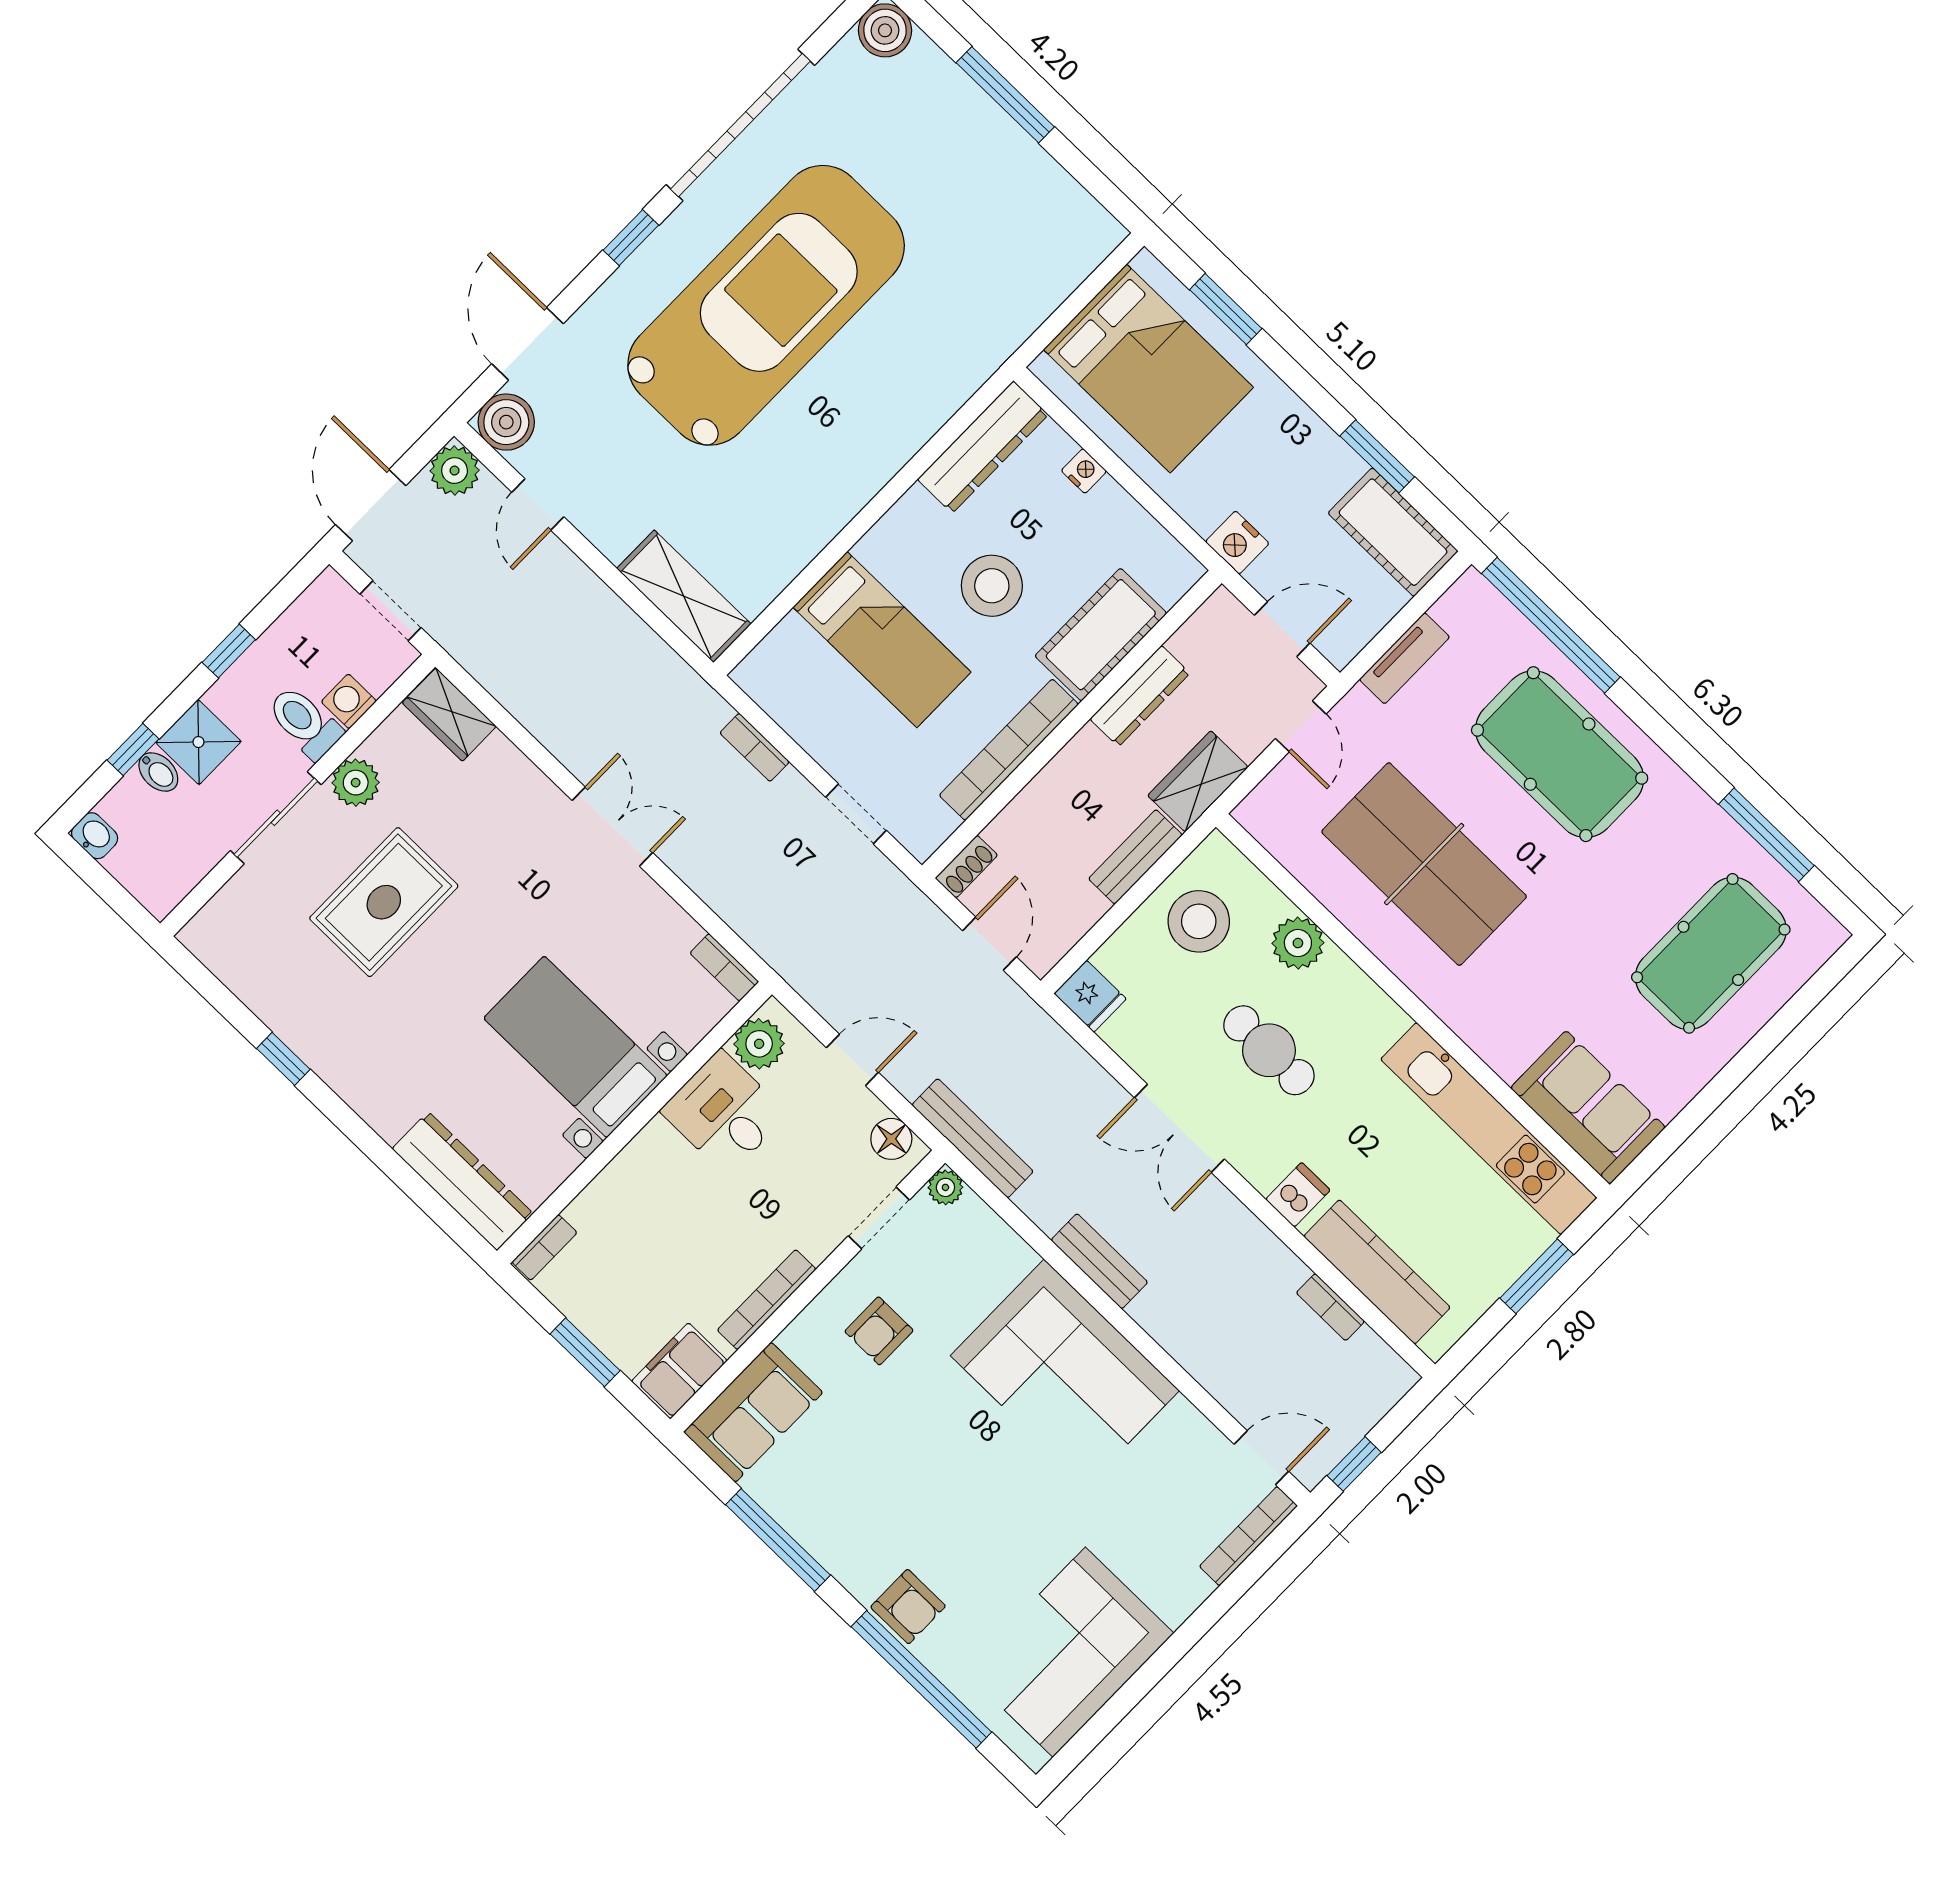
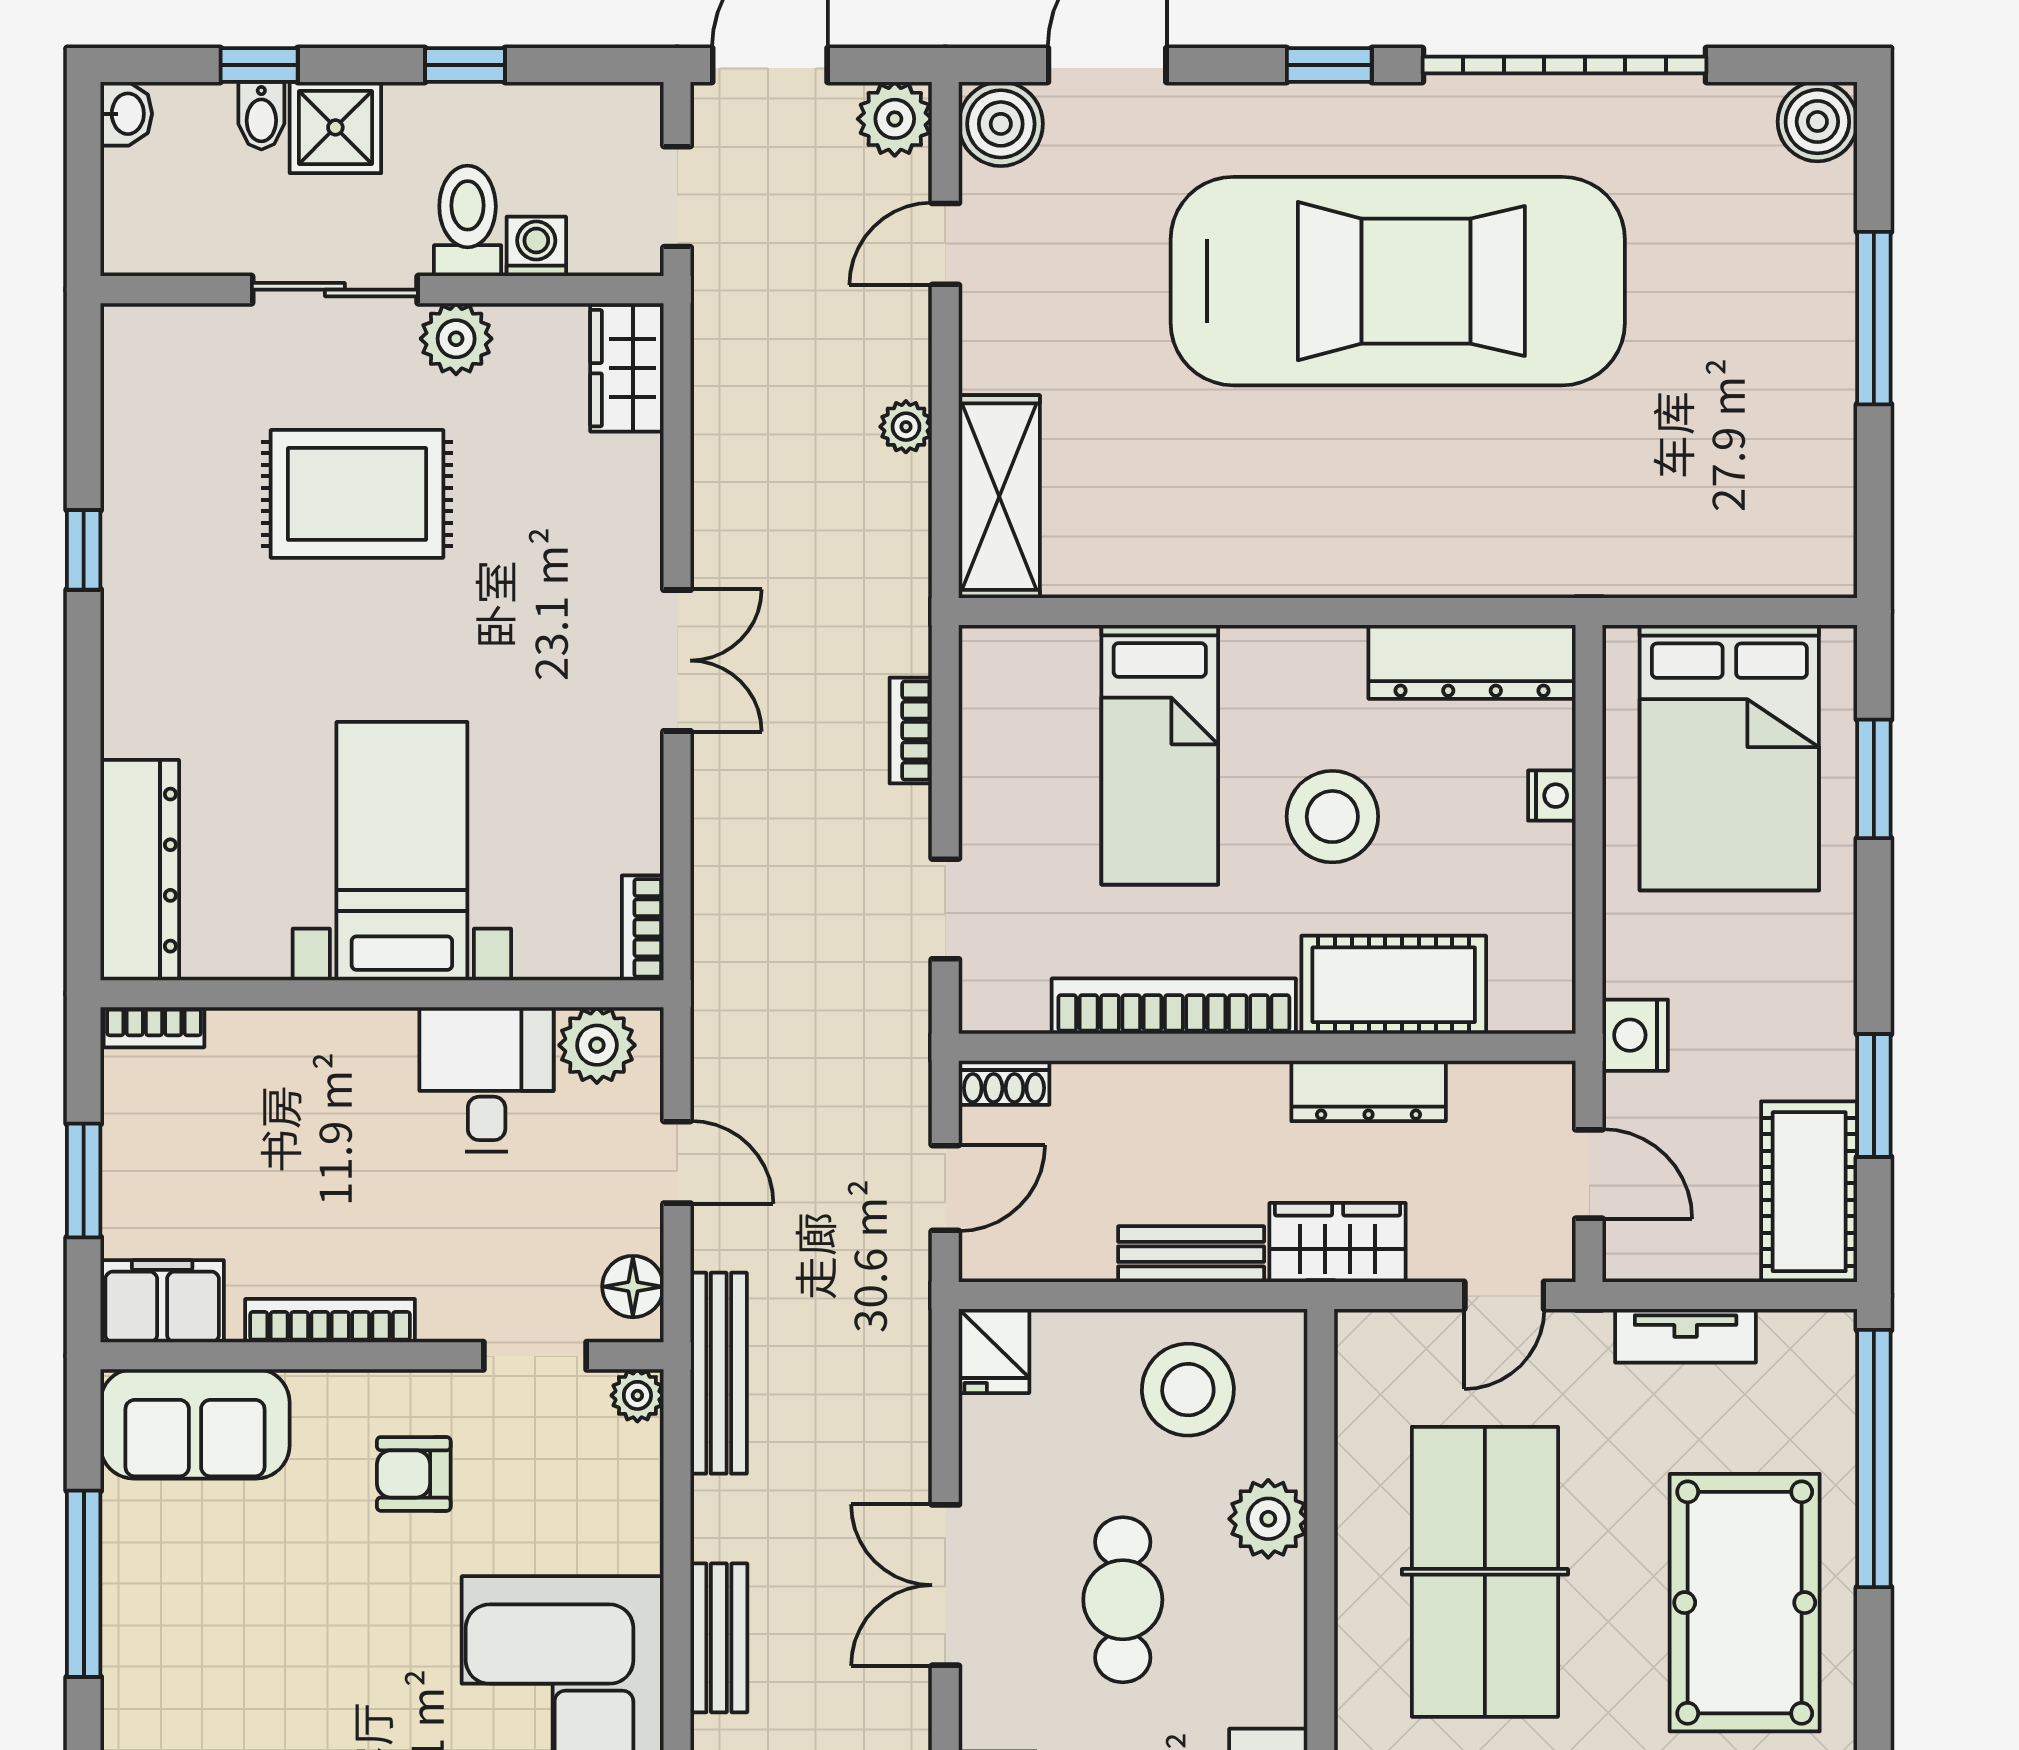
plant: (607, 608) -> (906, 427), added

